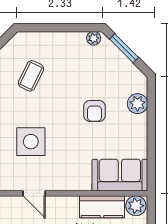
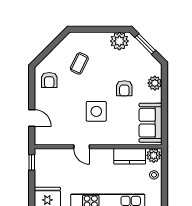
plant: (94, 38) -> (119, 41), width x1.88, depth x1.88
side table: (31, 142) -> (96, 111), moved
sofa: (120, 175) -> (151, 123), moved, turned -90

